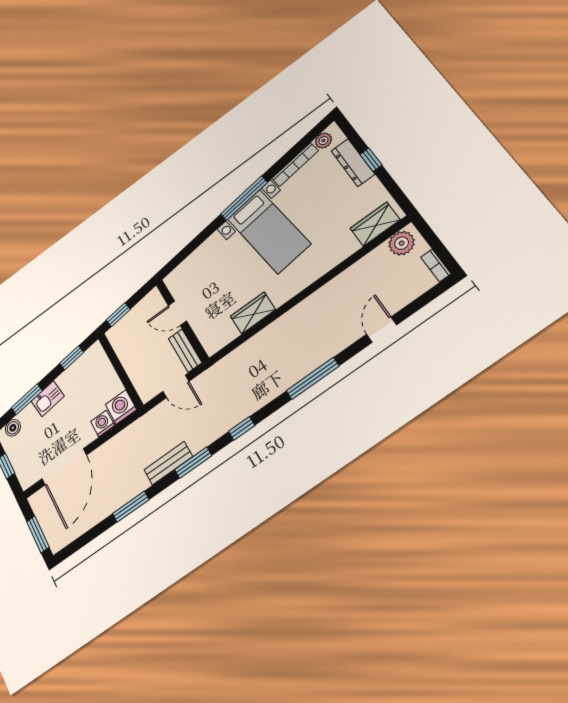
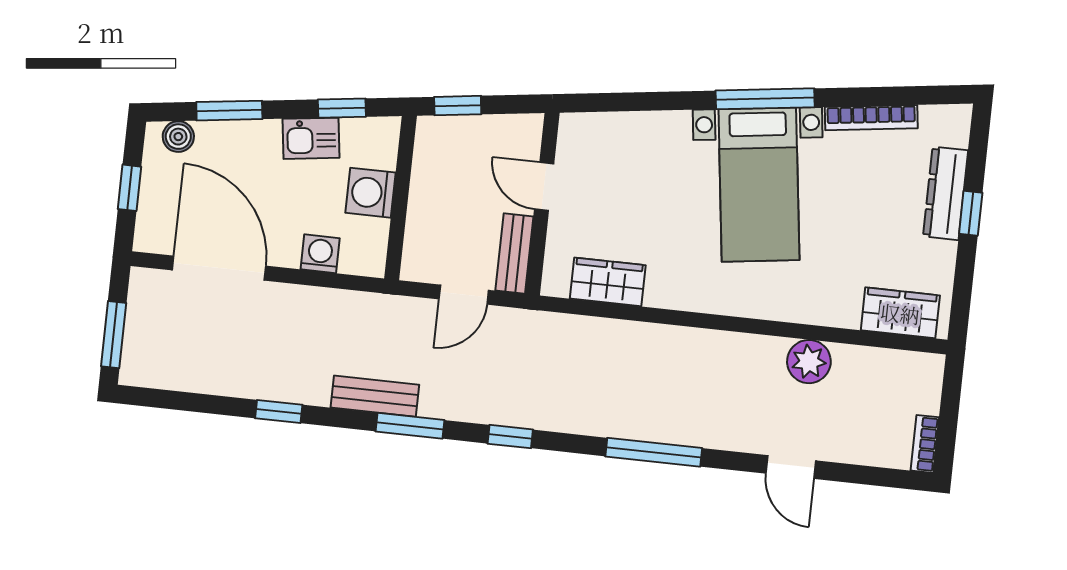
plant: (323, 141) -> (936, 120), removed
plant: (402, 243) -> (809, 362), moved
wardrobe: (253, 313) -> (608, 282), moved
door: (382, 330) -> (791, 467), swing flipped
door: (176, 386) -> (464, 295), hinge flipped
kitchen sink: (48, 399) -> (311, 138), moved
washing machine: (121, 407) -> (371, 193), moved, turned -90
door: (64, 467) -> (219, 268), swing flipped
window: (131, 507) -> (279, 411), width x0.67

